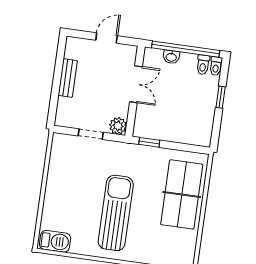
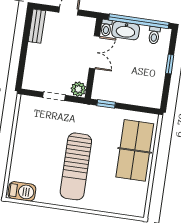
washbasin: (171, 57) -> (126, 31), width x1.91, depth x1.45
toilet: (216, 66) -> (106, 28), moved
bench: (68, 78) -> (37, 26), moved
sun lounger: (116, 213) -> (76, 166), turned 180

